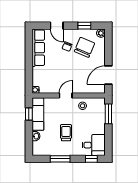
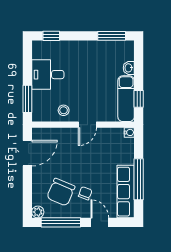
window: (84, 26) -> (61, 222), width x2.17
window: (29, 57) -> (139, 179), added
trolley: (66, 133) -> (87, 73), removed
desk: (94, 145) -> (48, 75), moved
window: (60, 159) -> (112, 36), moved

